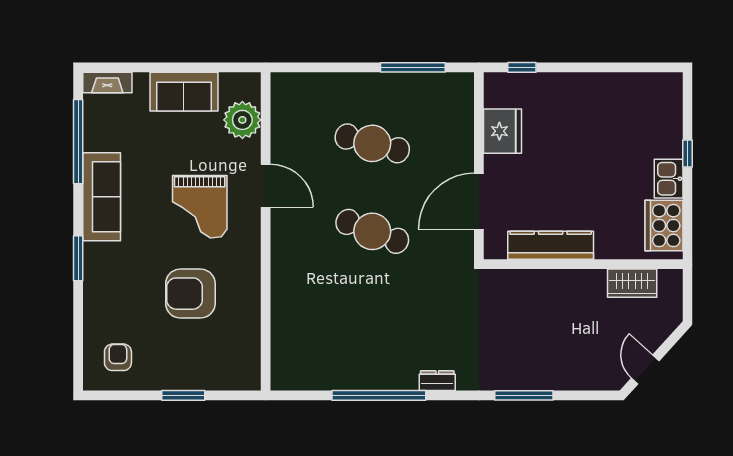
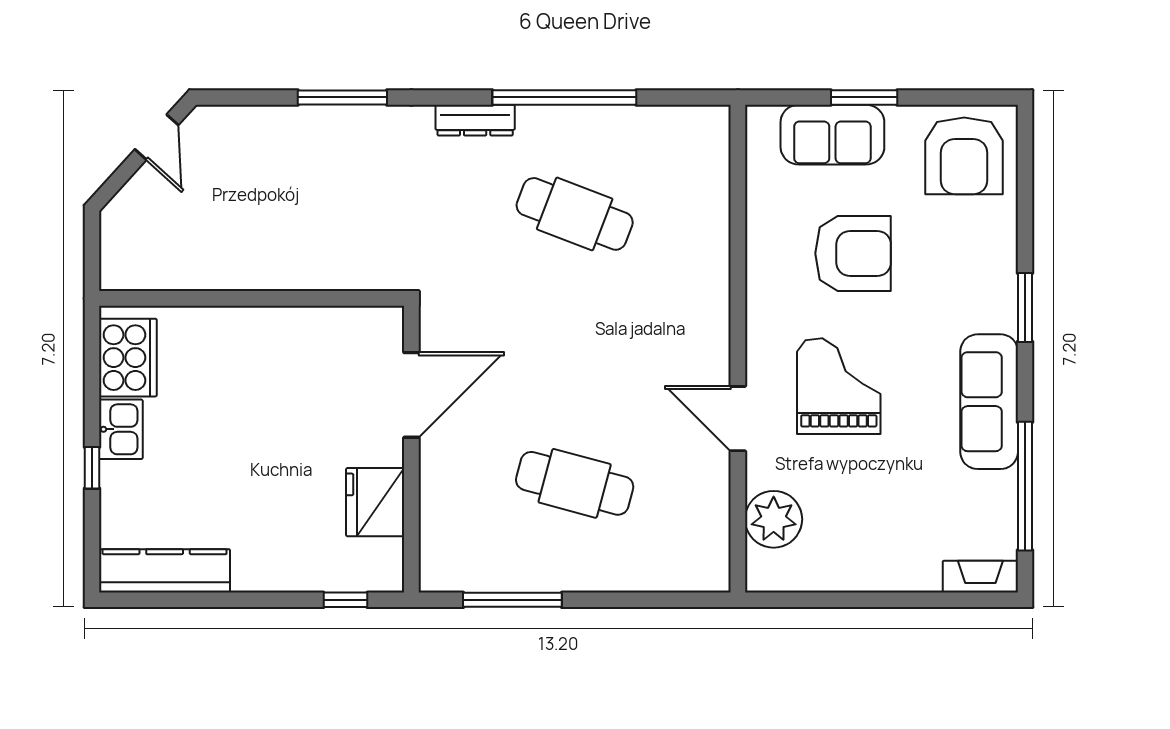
sofa: (184, 92) -> (832, 135), moved, turned 180
cafe table: (372, 231) -> (575, 214), moved
kitchen counter: (551, 245) -> (165, 571), moved, turned 180
wardrobe: (632, 283) -> (177, 269), removed
armchair: (118, 357) -> (964, 156), width x1.88, depth x1.88
dresser: (437, 381) -> (475, 120), width x1.44

